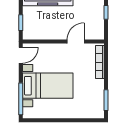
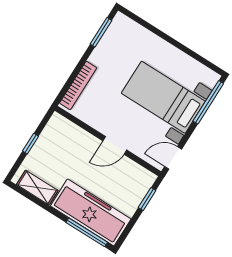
door: (76, 41) -> (115, 145), moved

